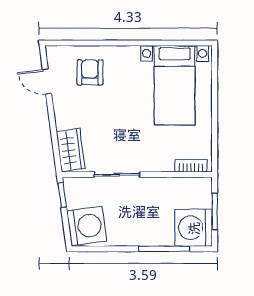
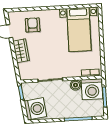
wardrobe: (71, 150) -> (21, 51), moved
boiler: (163, 187) -> (76, 85), added
washing machine: (194, 228) -> (92, 89), moved, turned -90

